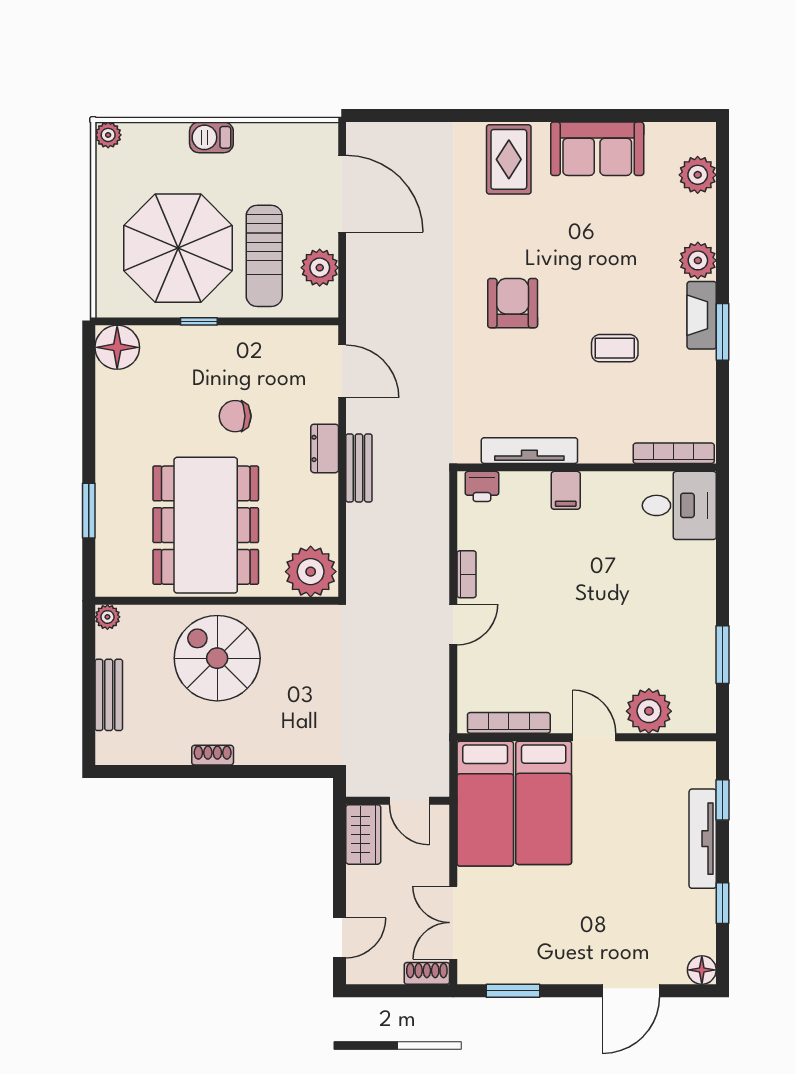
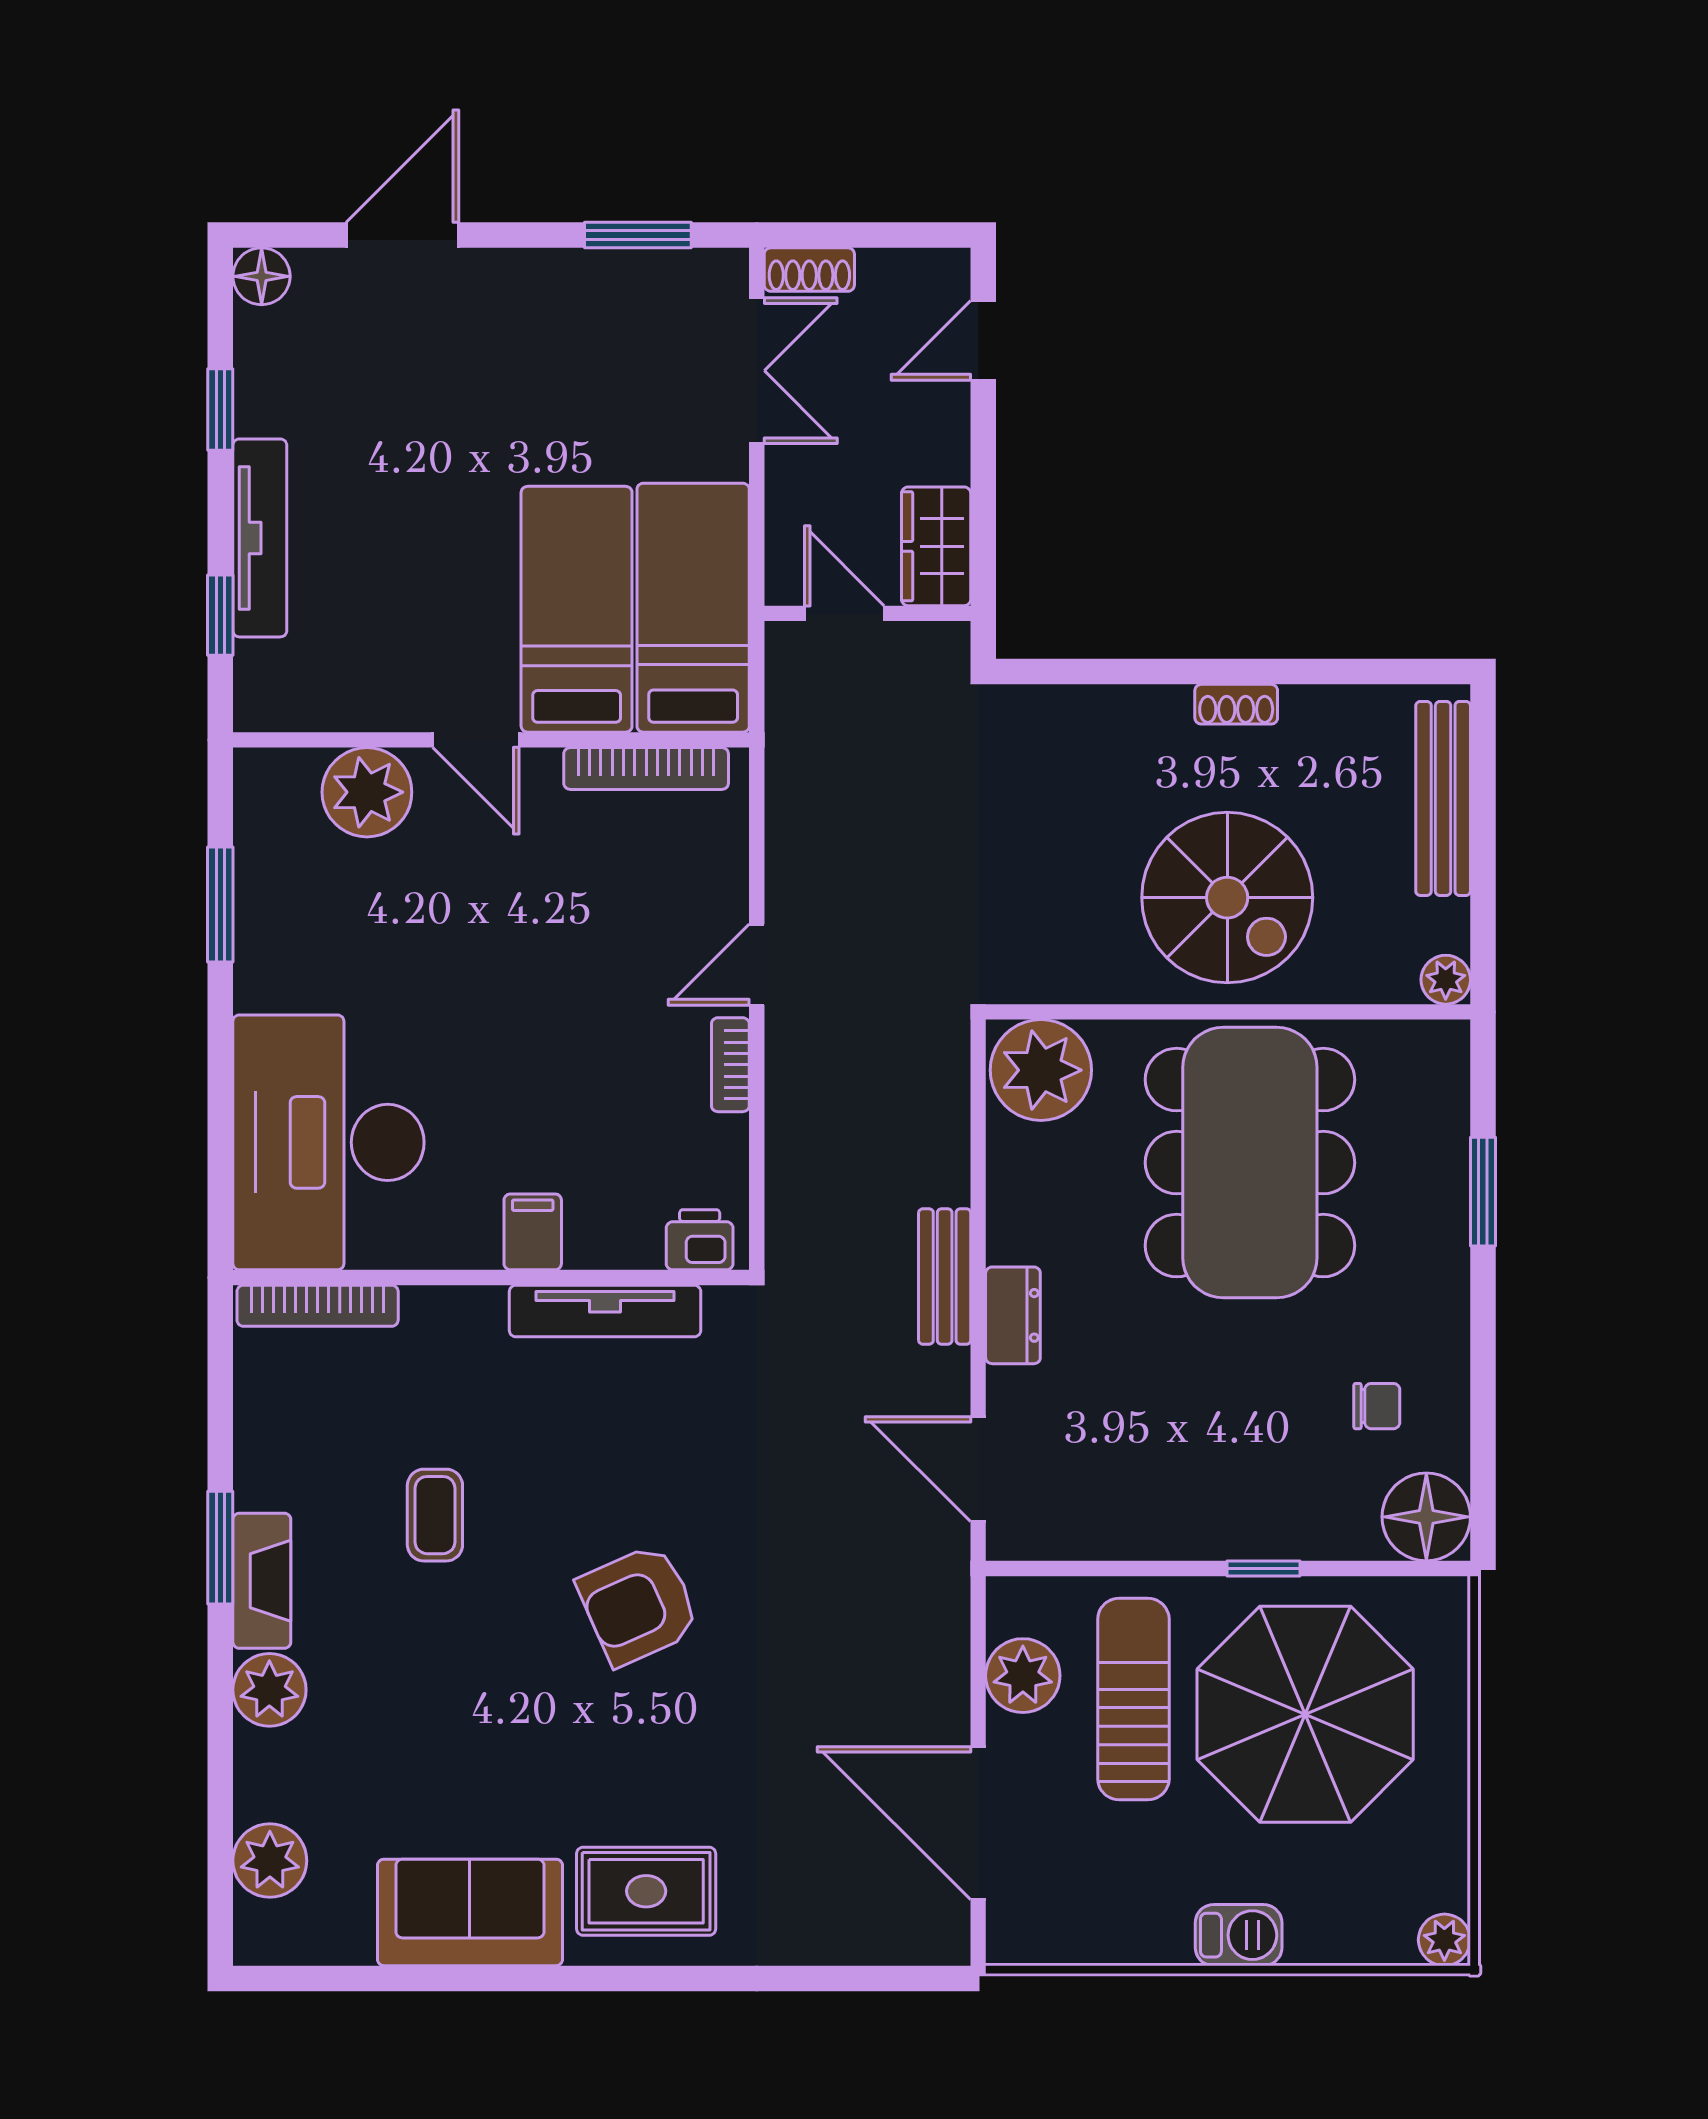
rug: (509, 159) -> (646, 1891), turned 90
armchair: (513, 303) -> (638, 1605), turned 66
coffee table: (615, 348) -> (435, 1515), turned 90
chair: (235, 416) -> (1377, 1406), moved, width x0.73, depth x0.73
desk: (679, 505) -> (328, 1142), width x1.87, depth x1.30
bench: (109, 695) -> (1443, 798), width x1.36

